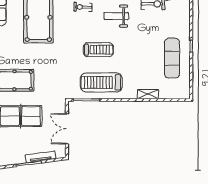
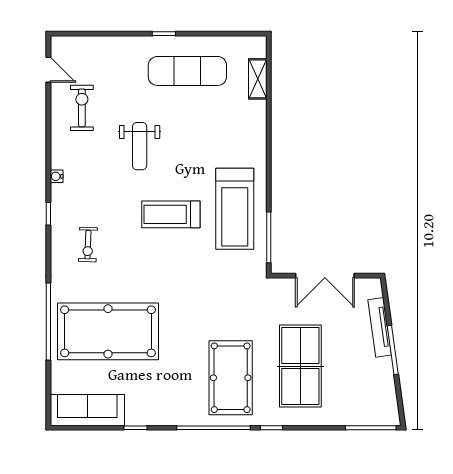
weight bench: (116, 16) -> (140, 146), moved
treadmill: (98, 50) -> (171, 214), turned -90
shelving: (148, 94) -> (258, 79), moved

